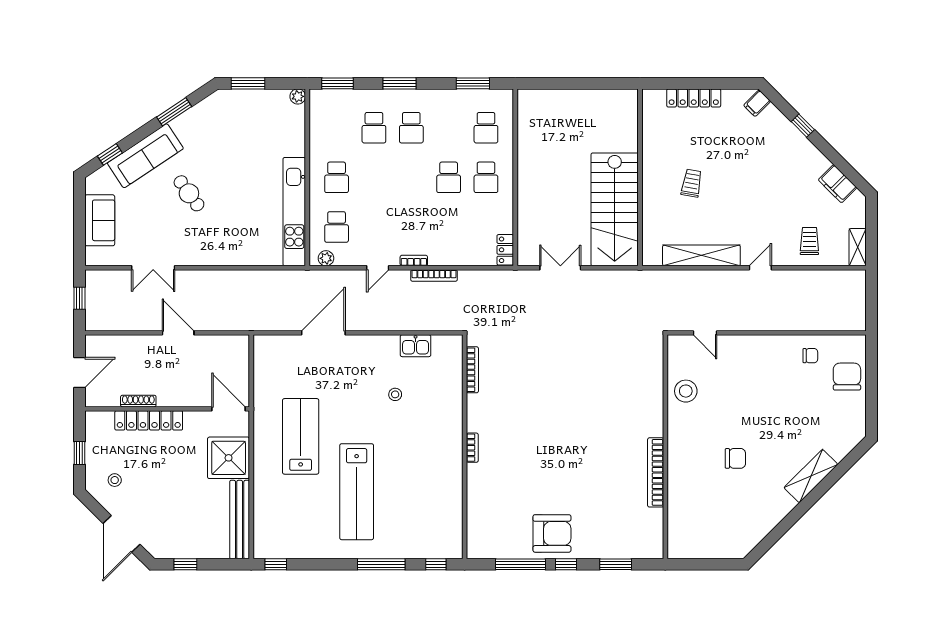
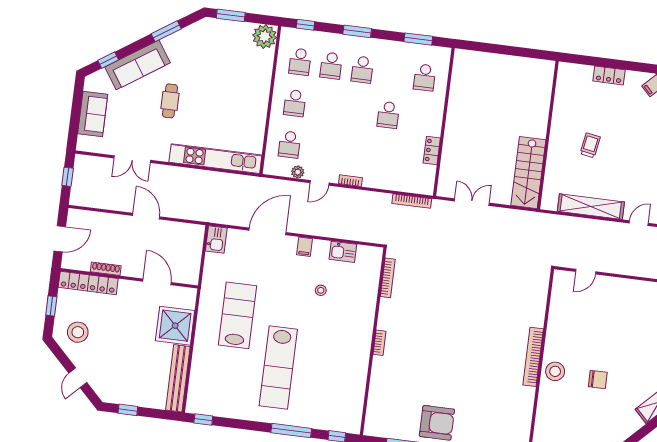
window: (337, 83) -> (305, 25), width x0.67
plant: (298, 96) -> (265, 36), width x1.87, depth x1.87
locker: (694, 98) -> (609, 75), width x0.66
school desk: (486, 177) -> (300, 62), moved
cafe table: (189, 193) -> (170, 101), turned 36
stairs: (615, 209) -> (528, 173), width x0.73, depth x0.66
kitchen unit: (294, 212) -> (215, 159), moved, turned 90
locker: (505, 250) -> (432, 150), moved
plant: (326, 258) -> (298, 172), moved
bookcase: (434, 276) -> (412, 201), moved
door: (705, 333) -> (586, 272), hinge flipped
filing cabinet: (370, 345) -> (305, 247), added
kitchen sink: (264, 350) -> (216, 239), added
stool: (686, 391) -> (555, 371), moved
door: (229, 409) -> (157, 282), moved
locker: (149, 420) -> (88, 283), moved
bookcase: (656, 472) -> (533, 357), moved
stool: (115, 480) -> (78, 332), width x1.89, depth x1.89
door: (122, 534) -> (78, 378), width x0.53

